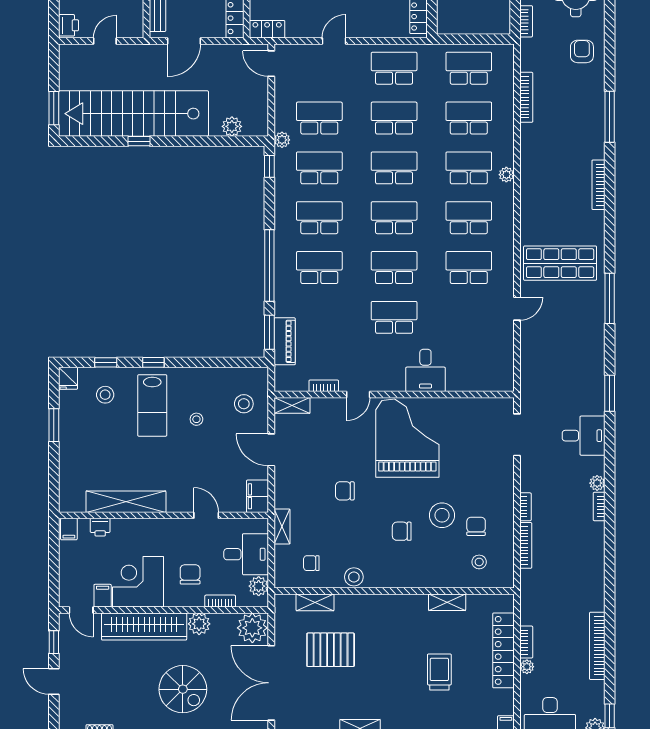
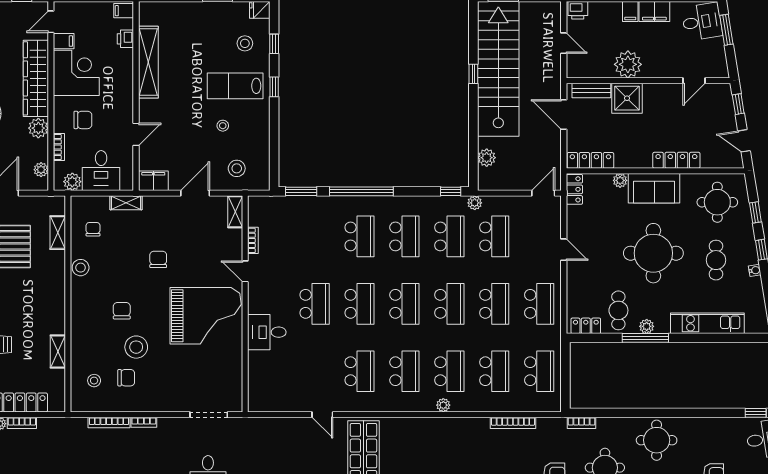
piano: (285, 341) -> (293, 205), removed
plant: (252, 628) -> (41, 170), width x0.53, depth x0.53

